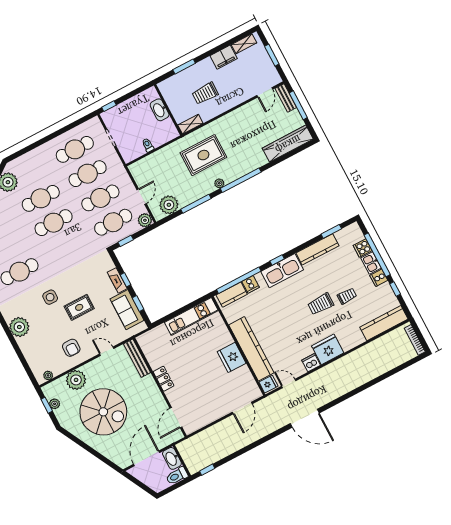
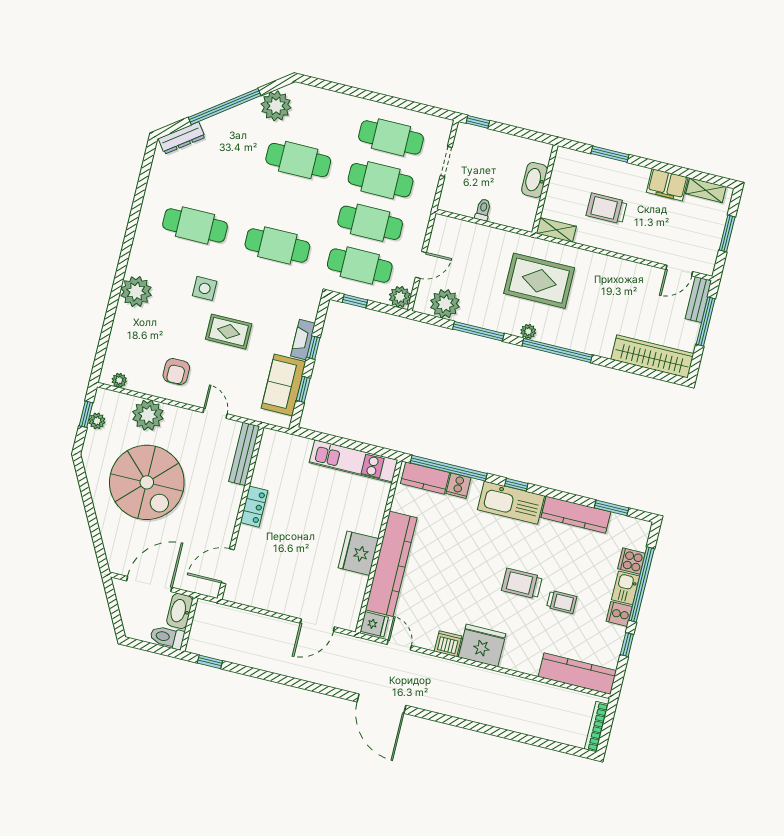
cafe table: (54, 223) -> (277, 245), moved

